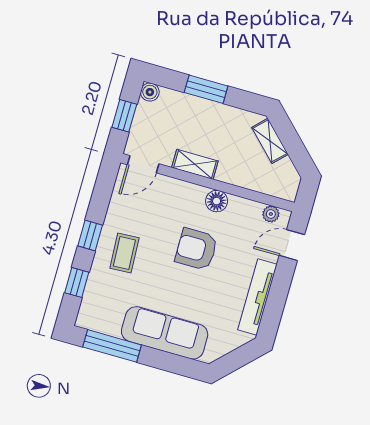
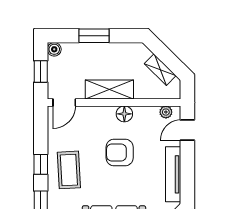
shelving: (270, 141) -> (160, 70), moved
shelving: (195, 164) -> (109, 90), width x1.50, depth x1.33
coffee table: (124, 253) -> (69, 170), width x1.36, depth x1.30

